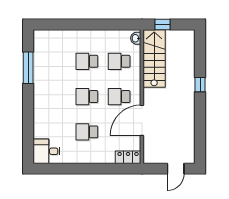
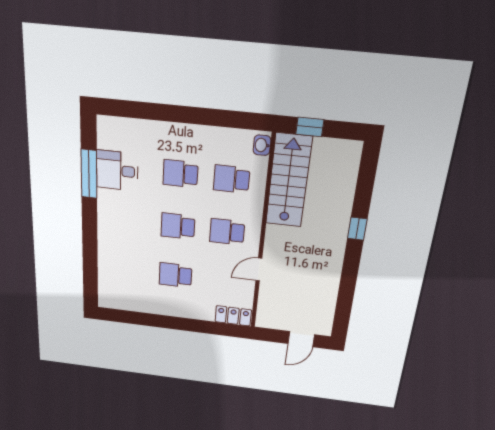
door: (142, 120) -> (259, 269), width x0.53
desk: (46, 151) -> (117, 171), moved

